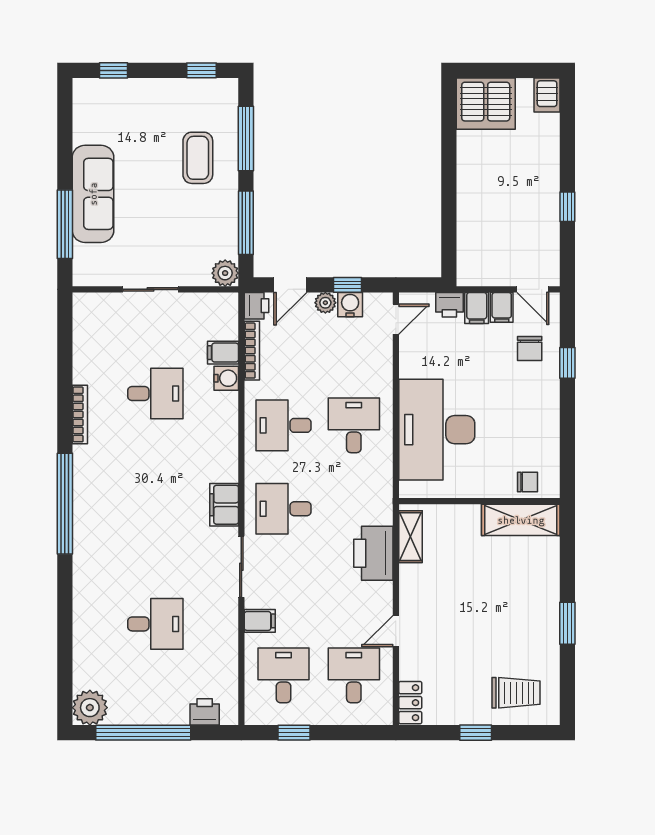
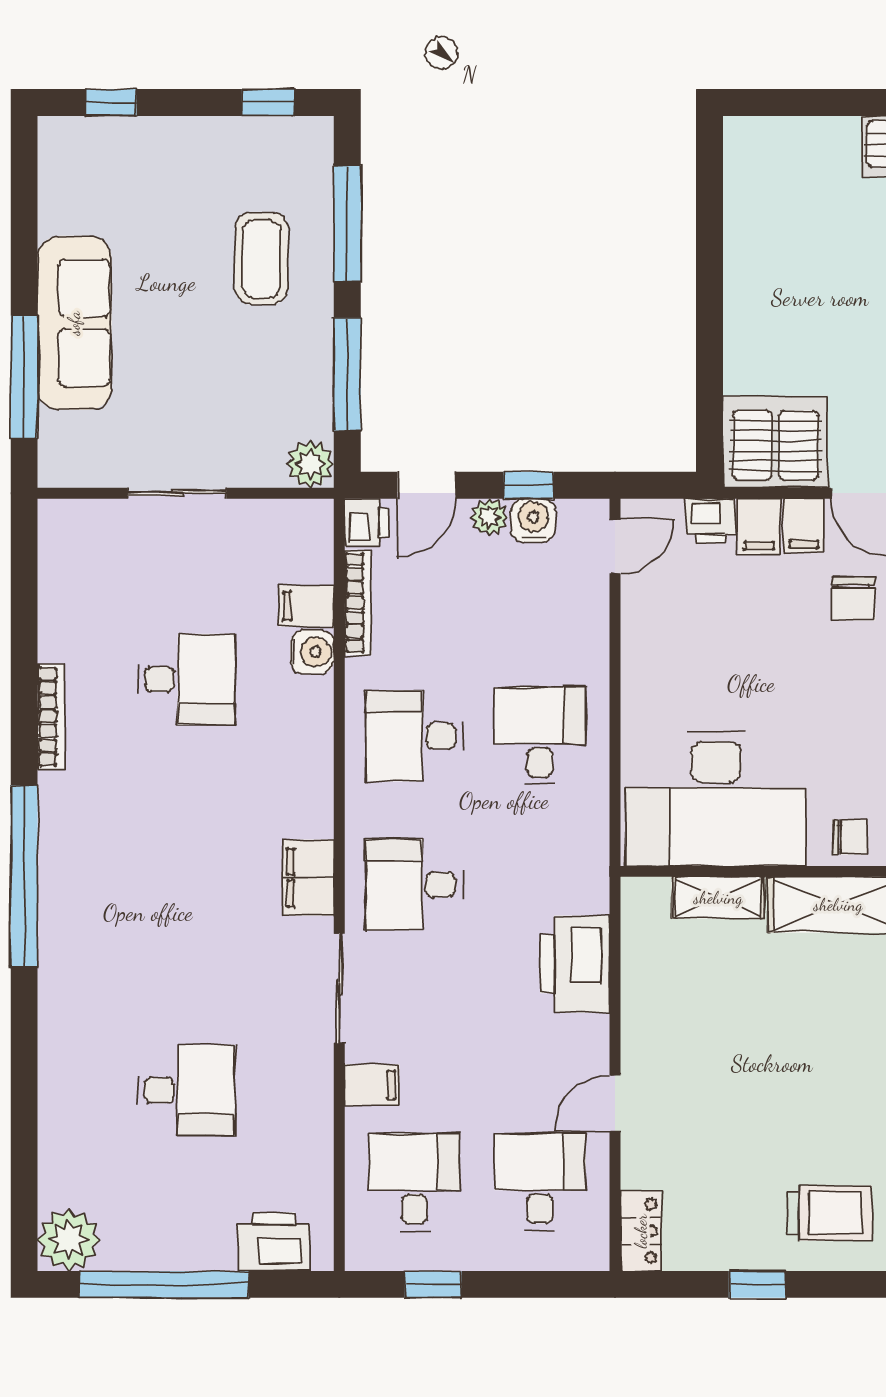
server rack: (486, 104) -> (775, 442), moved, turned 180
desk: (437, 430) -> (716, 798), moved, turned -90
shelving: (411, 537) -> (718, 898), moved, turned 90
printer: (205, 712) -> (274, 1242), width x1.36, depth x1.24

